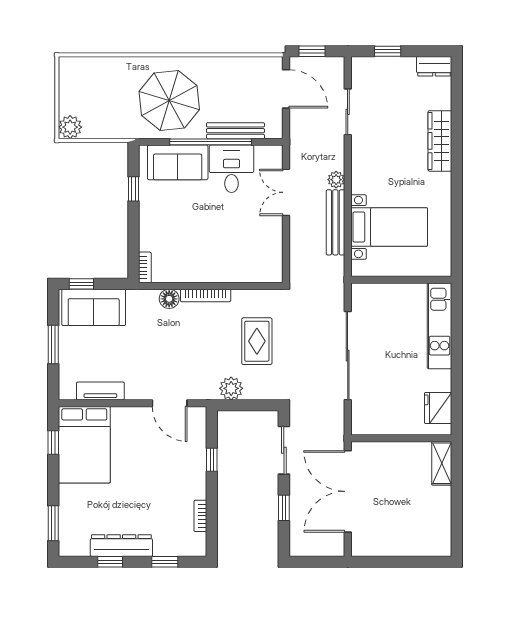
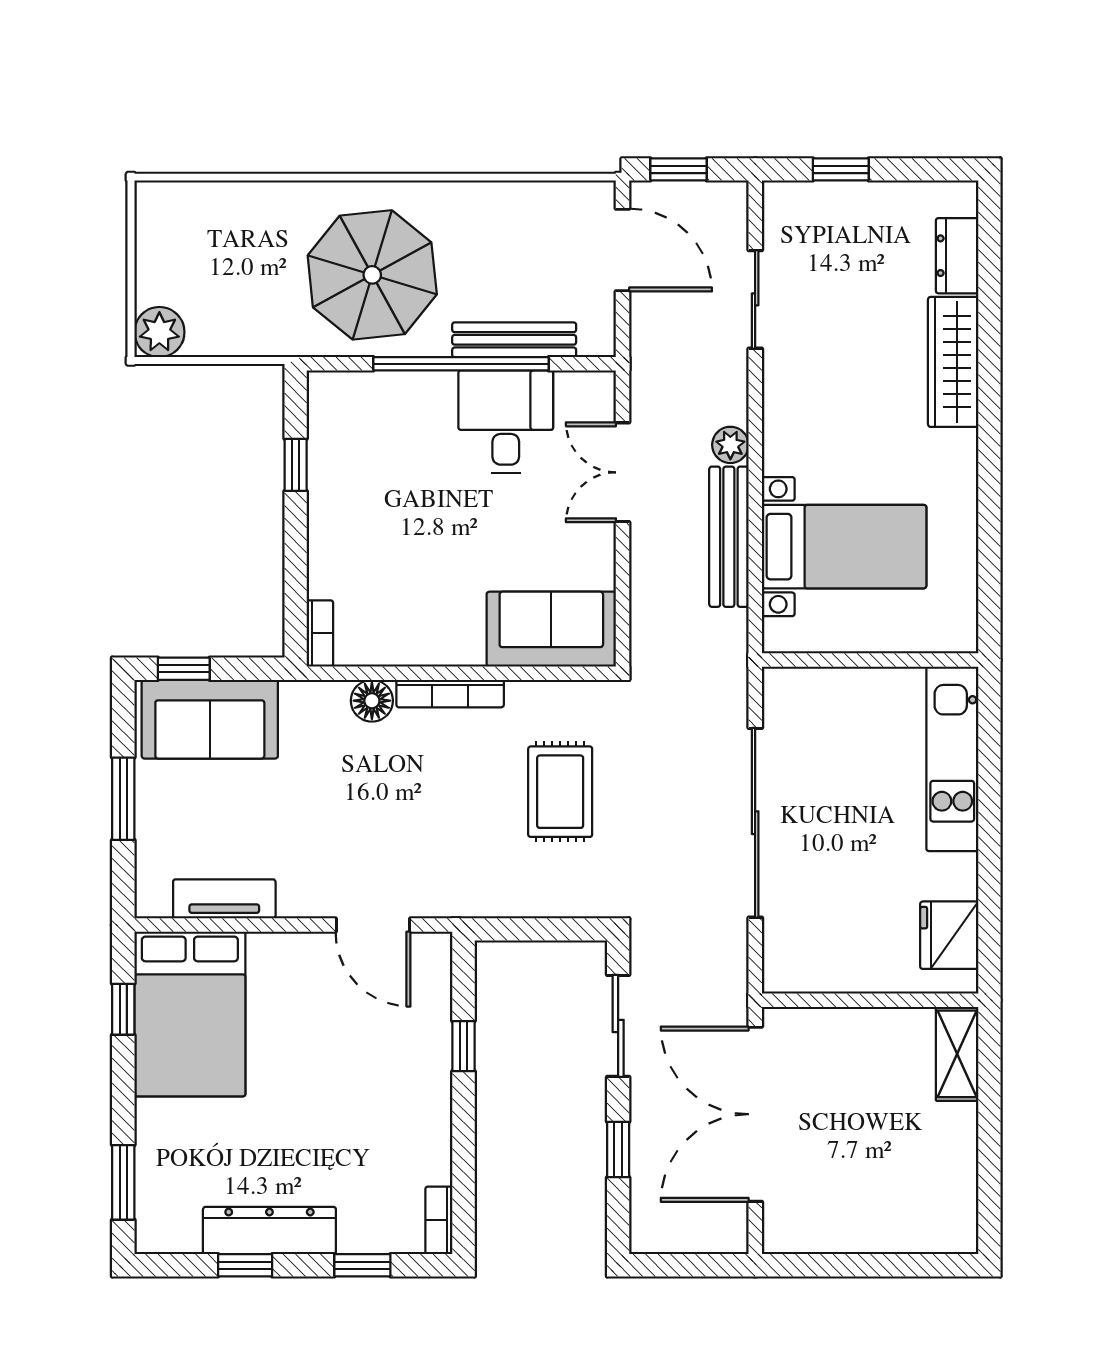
dresser: (434, 66) -> (957, 256), moved, turned 90
sofa: (178, 162) -> (551, 629), moved, turned 180
plant: (231, 388) -> (505, 893), removed
bookcase: (200, 516) -> (439, 1220), moved

